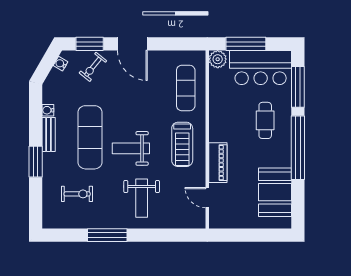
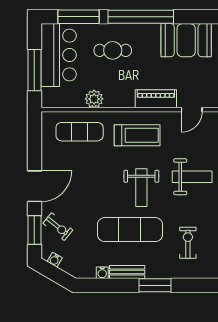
plant: (218, 59) -> (94, 99), moved

